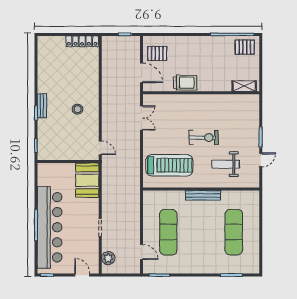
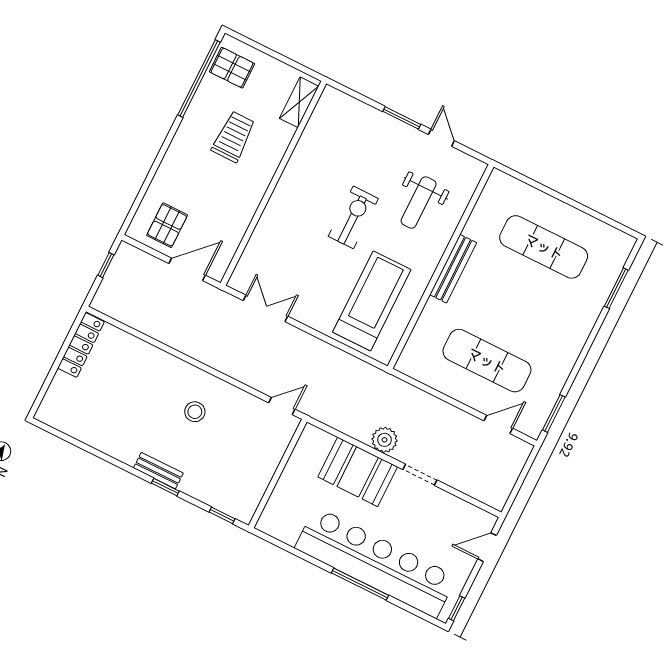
pallet: (245, 47) -> (232, 68), turned 90
trolley: (185, 83) -> (234, 137), moved
booth: (87, 180) -> (358, 472), moved
plant: (108, 258) -> (384, 440), moved

